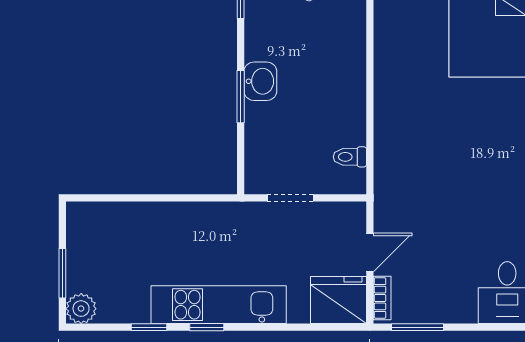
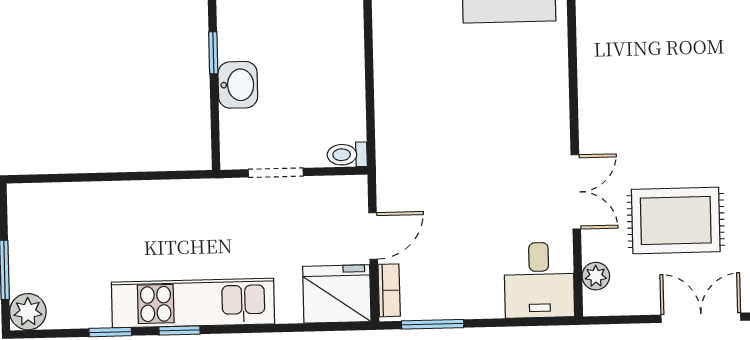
washbasin: (260, 81) -> (238, 85), moved
window: (241, 97) -> (213, 53), width x0.67
toilet: (350, 157) -> (347, 155), moved

